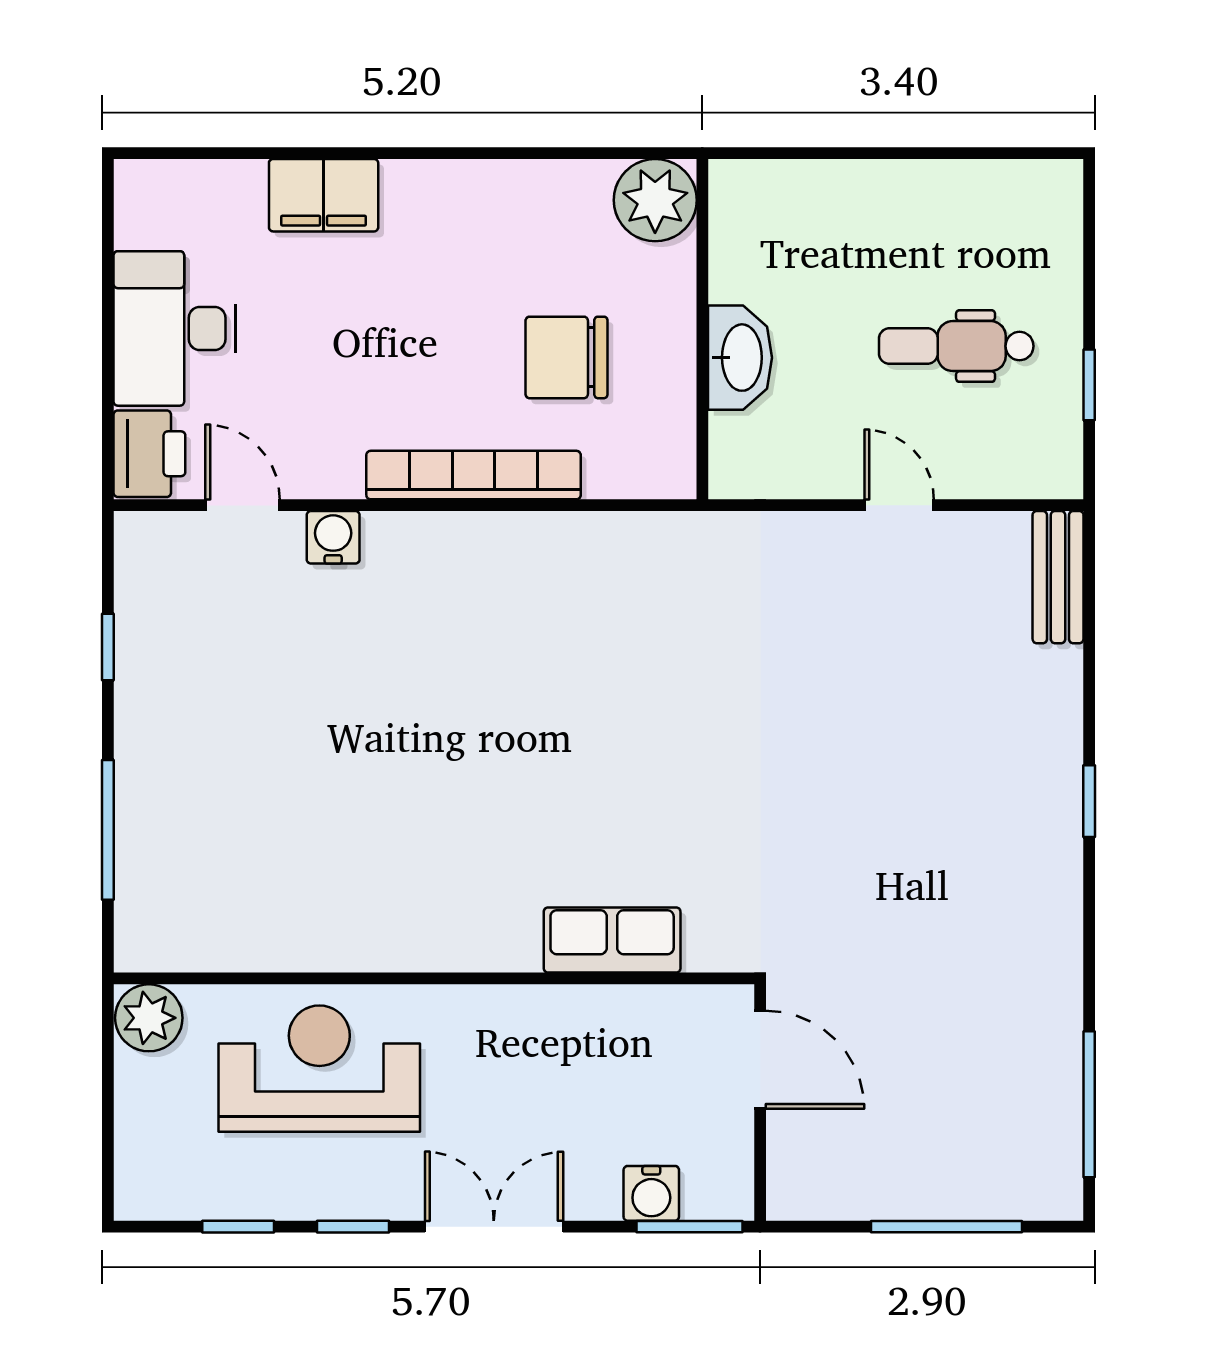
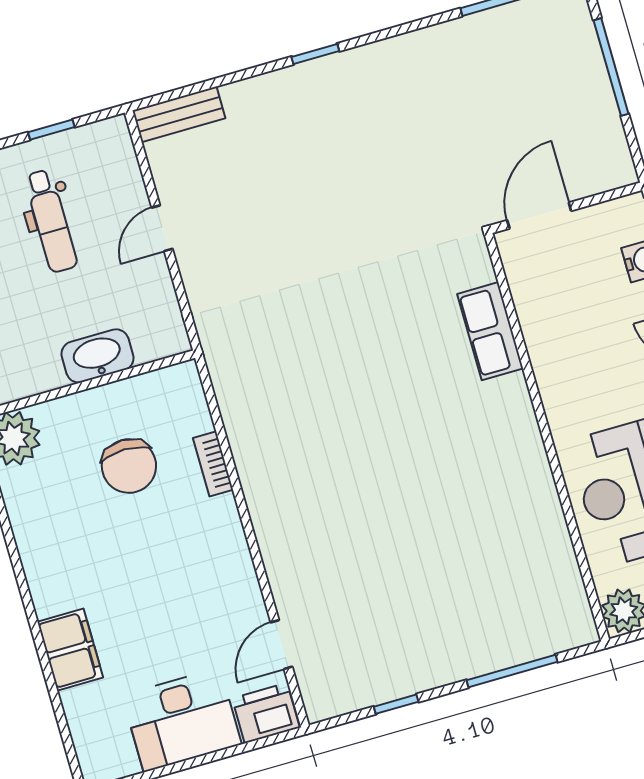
bookcase: (474, 475) -> (213, 464), width x0.43, depth x0.76
water cooler: (333, 537) -> (285, 581), removed

